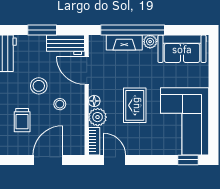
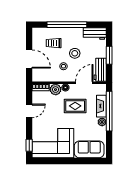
sofa: (182, 49) -> (89, 149), moved, turned 90
rug: (135, 105) -> (75, 106), moved
door: (115, 160) -> (29, 111), moved

